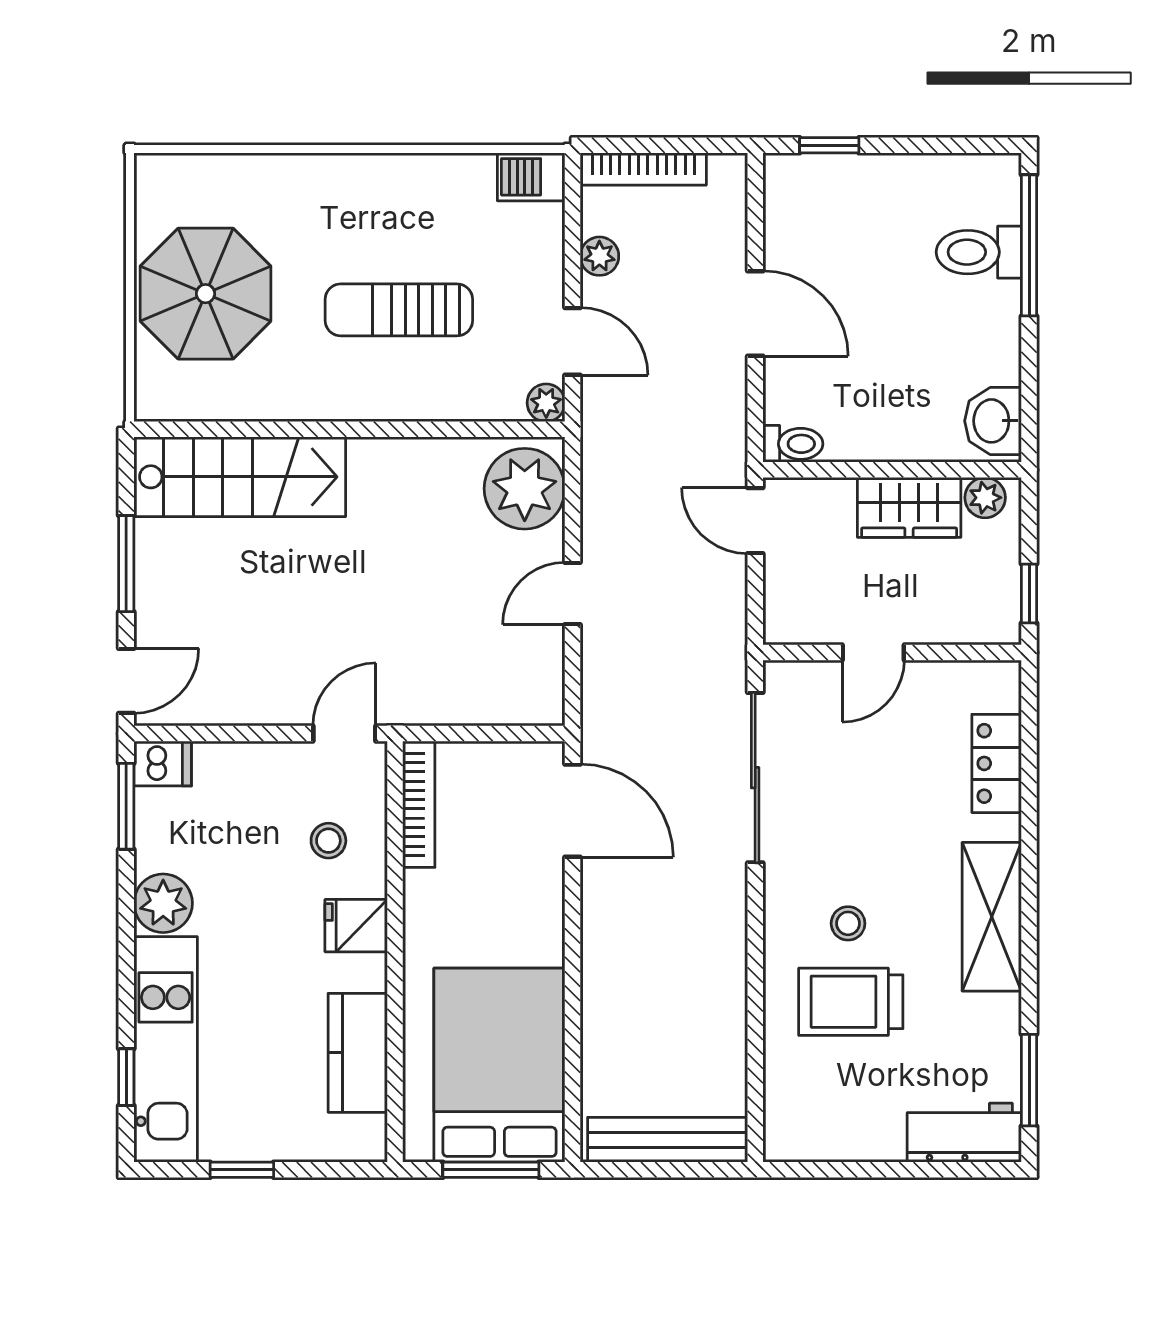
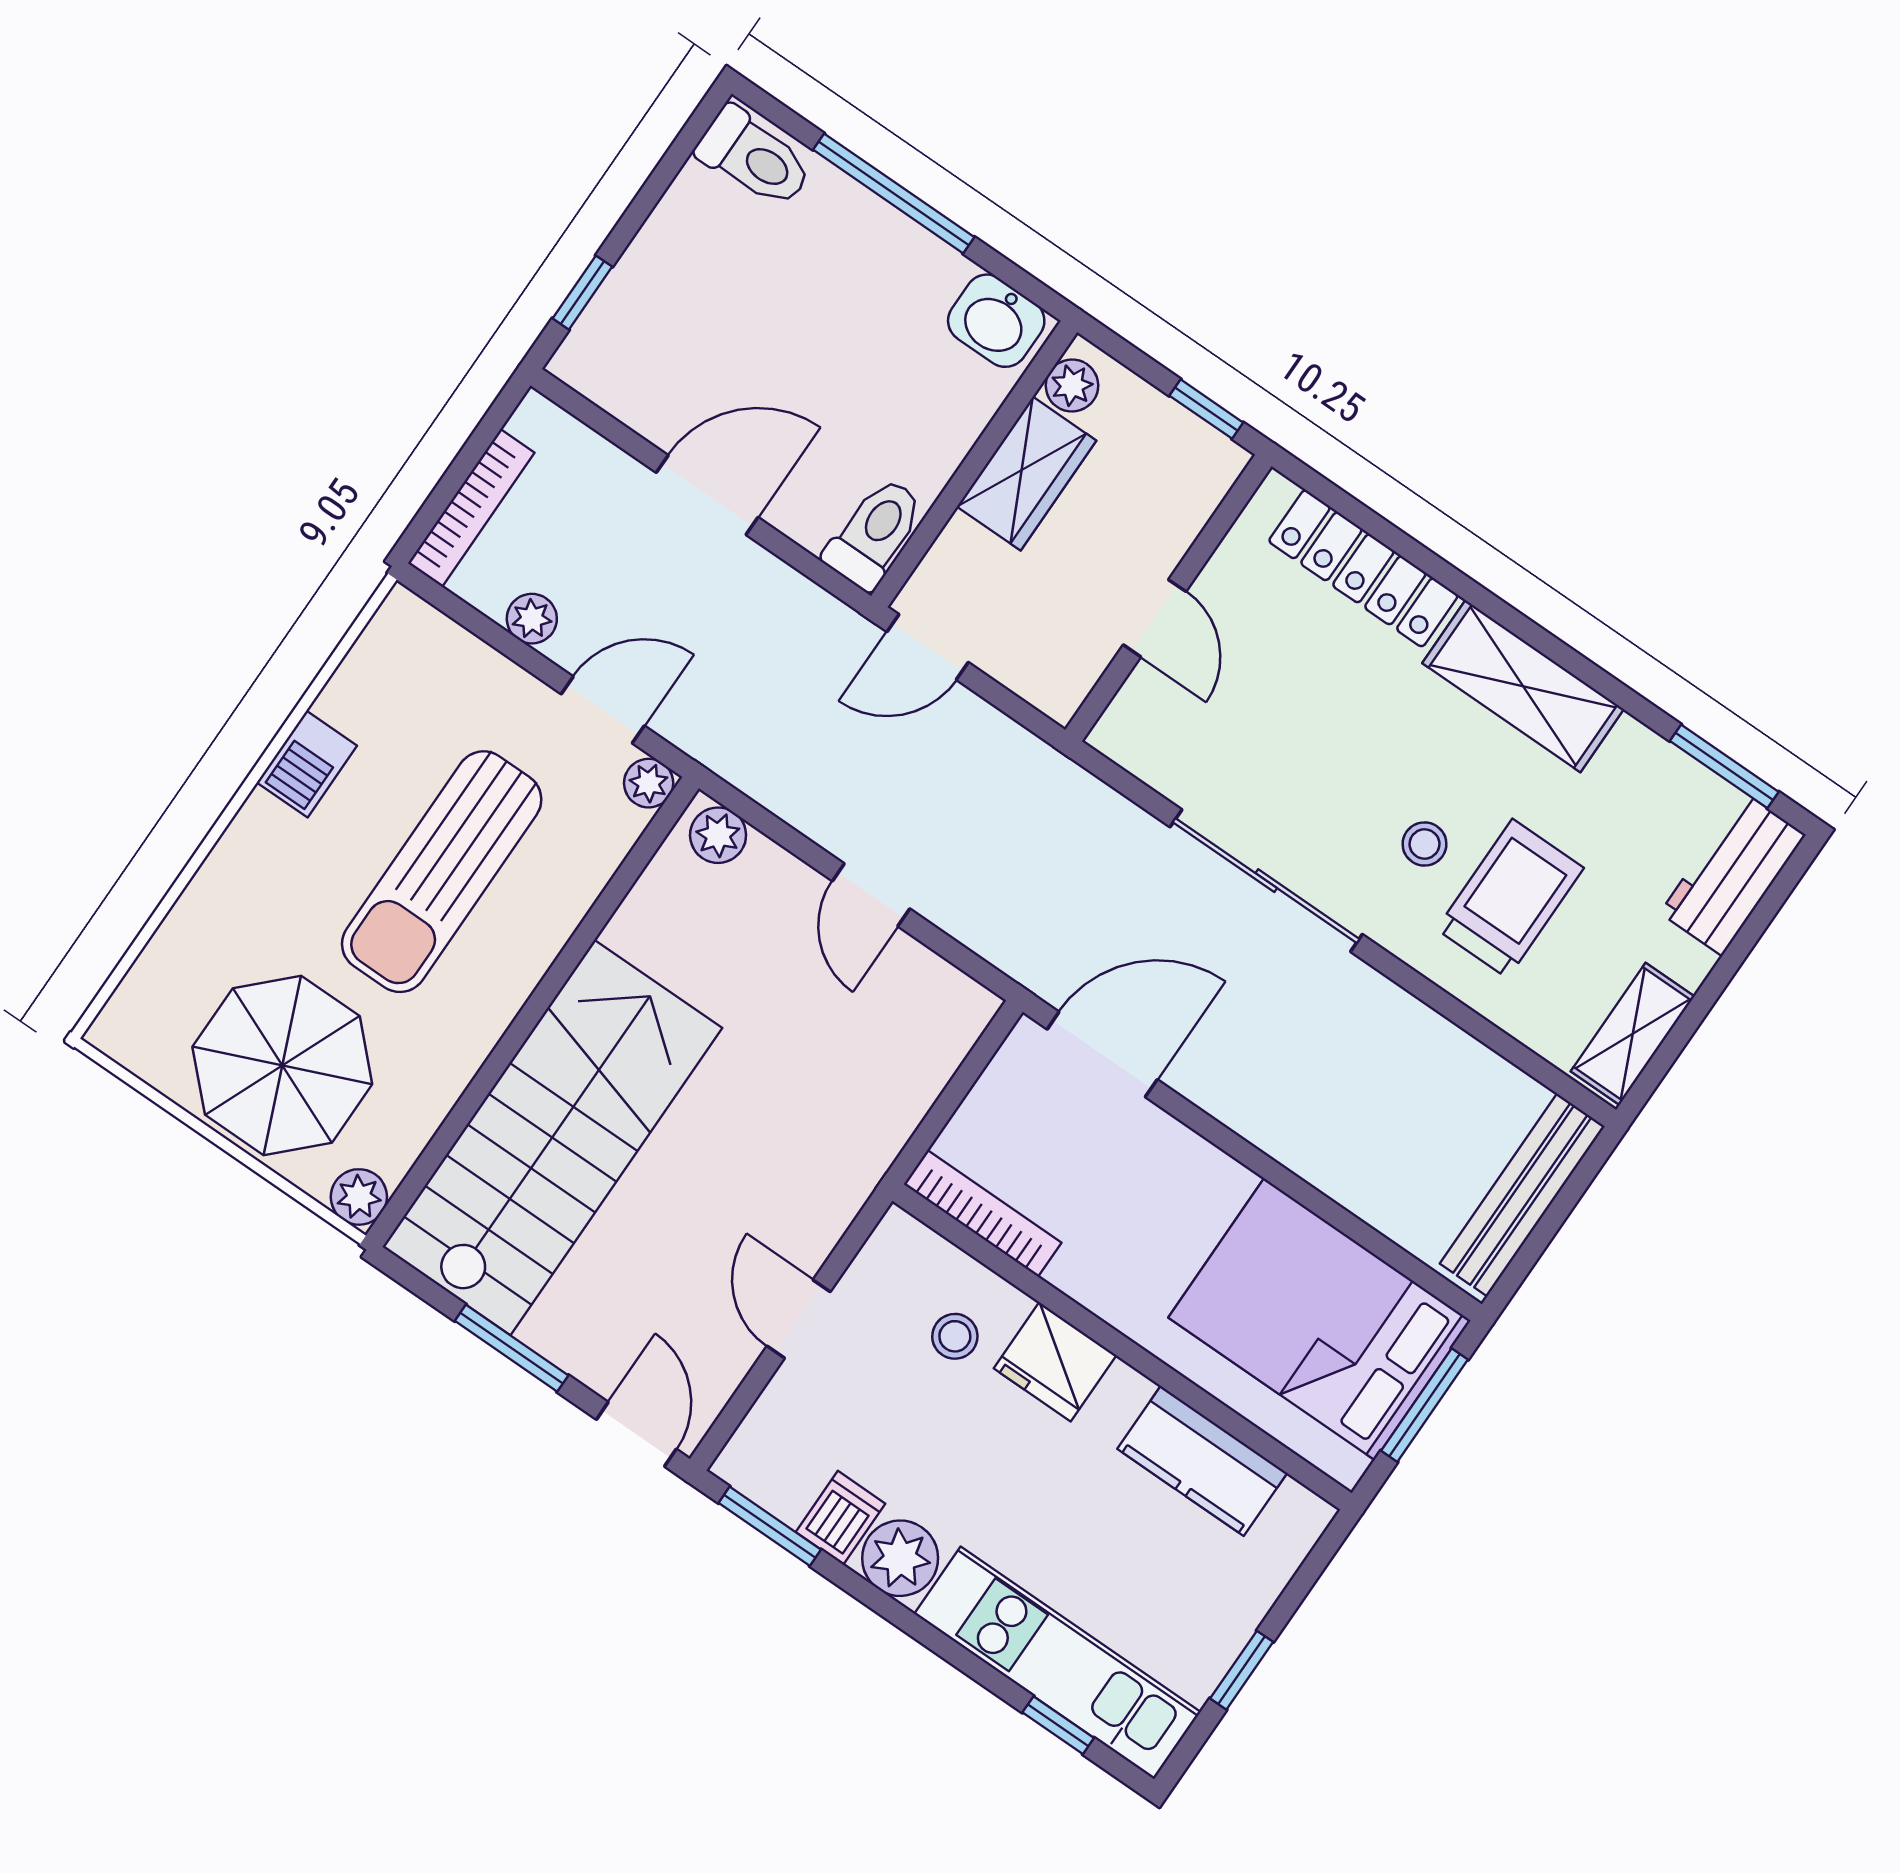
barbecue: (531, 177) -> (307, 764), moved
window: (1029, 245) -> (894, 193), moved
toilet: (979, 252) -> (754, 158), moved, turned -90
sun lounger: (399, 310) -> (442, 872), width x1.36, depth x1.34
plant: (155, 400) -> (359, 1197), added
toilet: (793, 444) -> (875, 533), width x1.37, depth x1.39
stairs: (240, 477) -> (552, 1137), width x1.36, depth x1.51
plant: (525, 489) -> (718, 835), width x0.53, depth x0.53
door: (344, 734) -> (799, 1319), moved
locker: (997, 763) -> (1363, 568), width x1.53
dishwasher: (163, 764) -> (841, 1518), moved
sliding door: (755, 778) -> (1266, 881), moved
fridge: (356, 926) -> (1055, 1362), width x1.38
trolley: (851, 1002) -> (1510, 899), turned 180
shelving: (819, 1139) -> (1633, 1034), added

